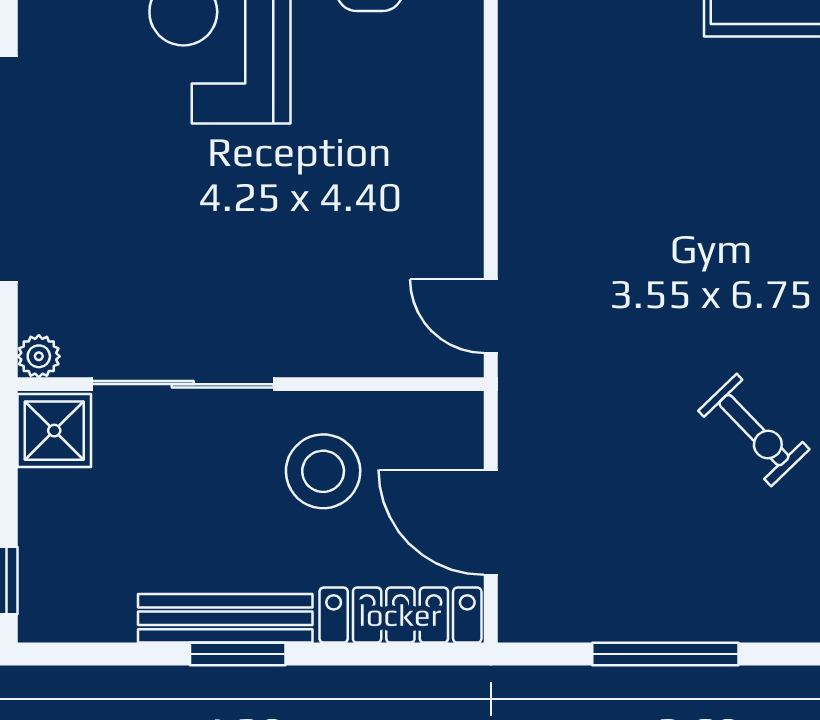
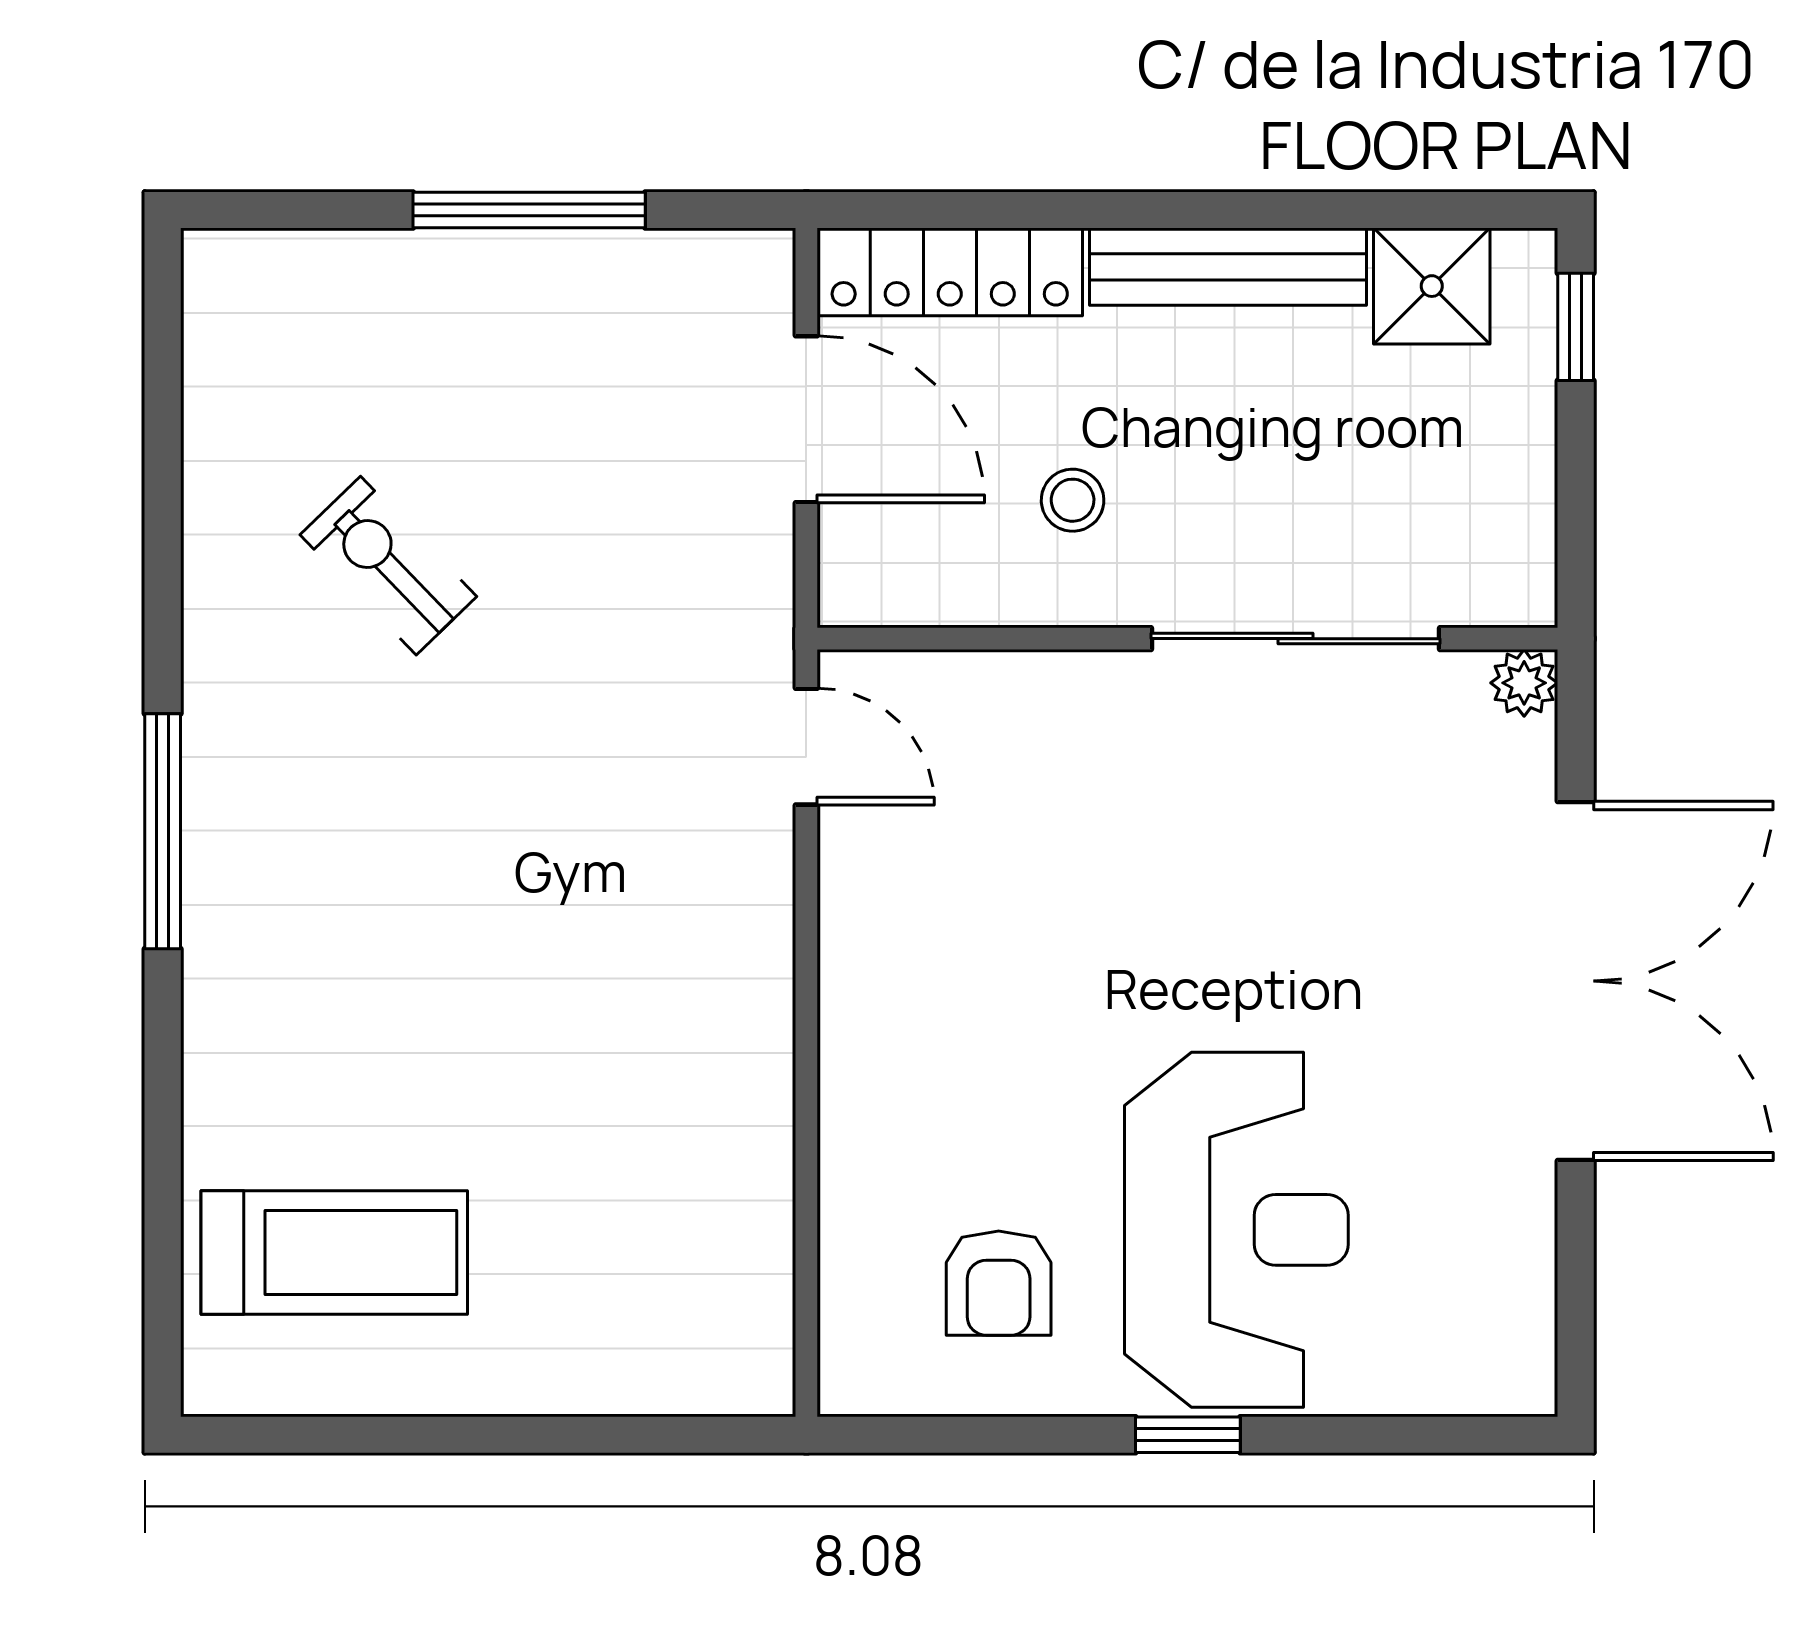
shower: (54, 431) -> (1432, 286), moved
stool: (323, 471) -> (1073, 500), width x0.53, depth x0.53
window: (238, 654) -> (1208, 210), removed

